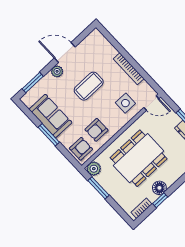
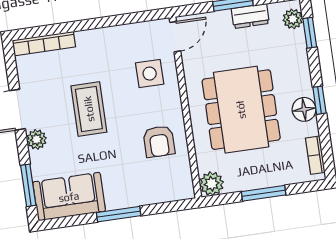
bookcase: (129, 69) -> (44, 44), moved
sofa: (50, 116) -> (69, 197), moved
armchair: (81, 149) -> (170, 182), removed
window: (98, 188) -> (264, 193), moved
window: (160, 200) -> (319, 100), moved

